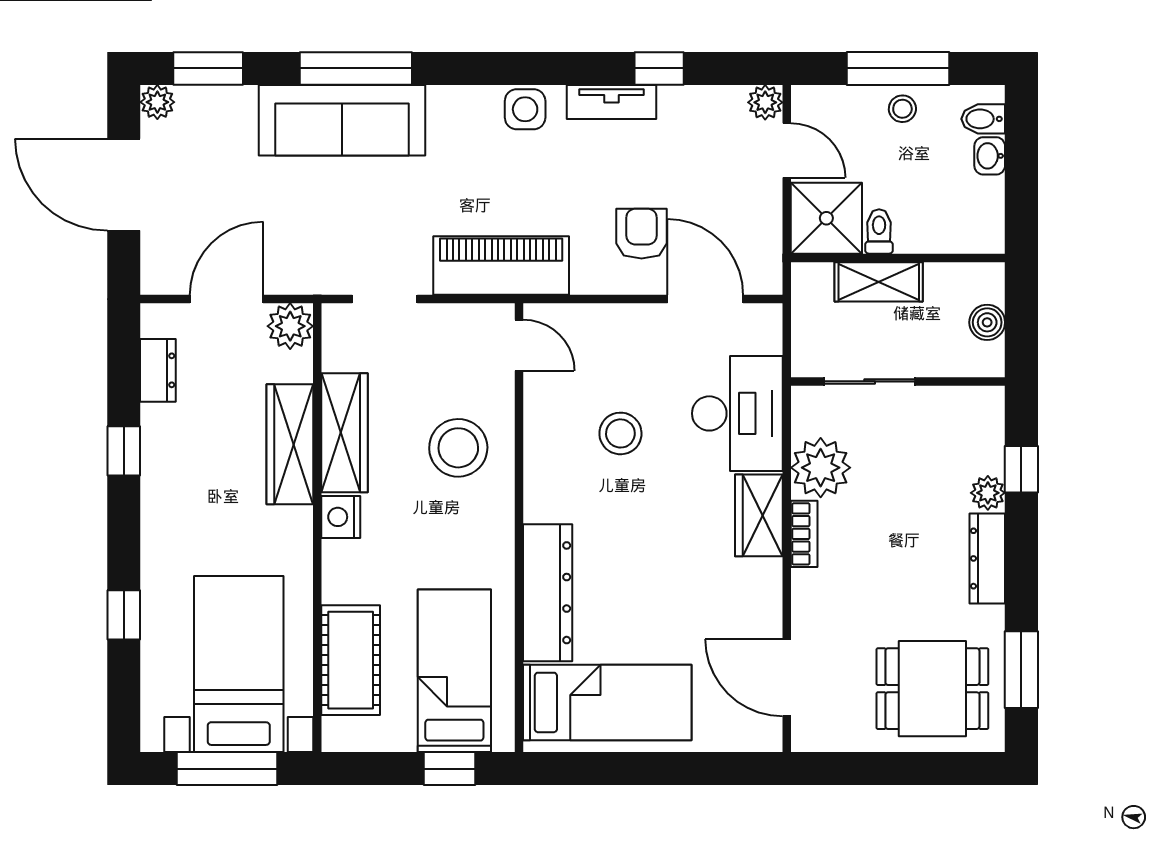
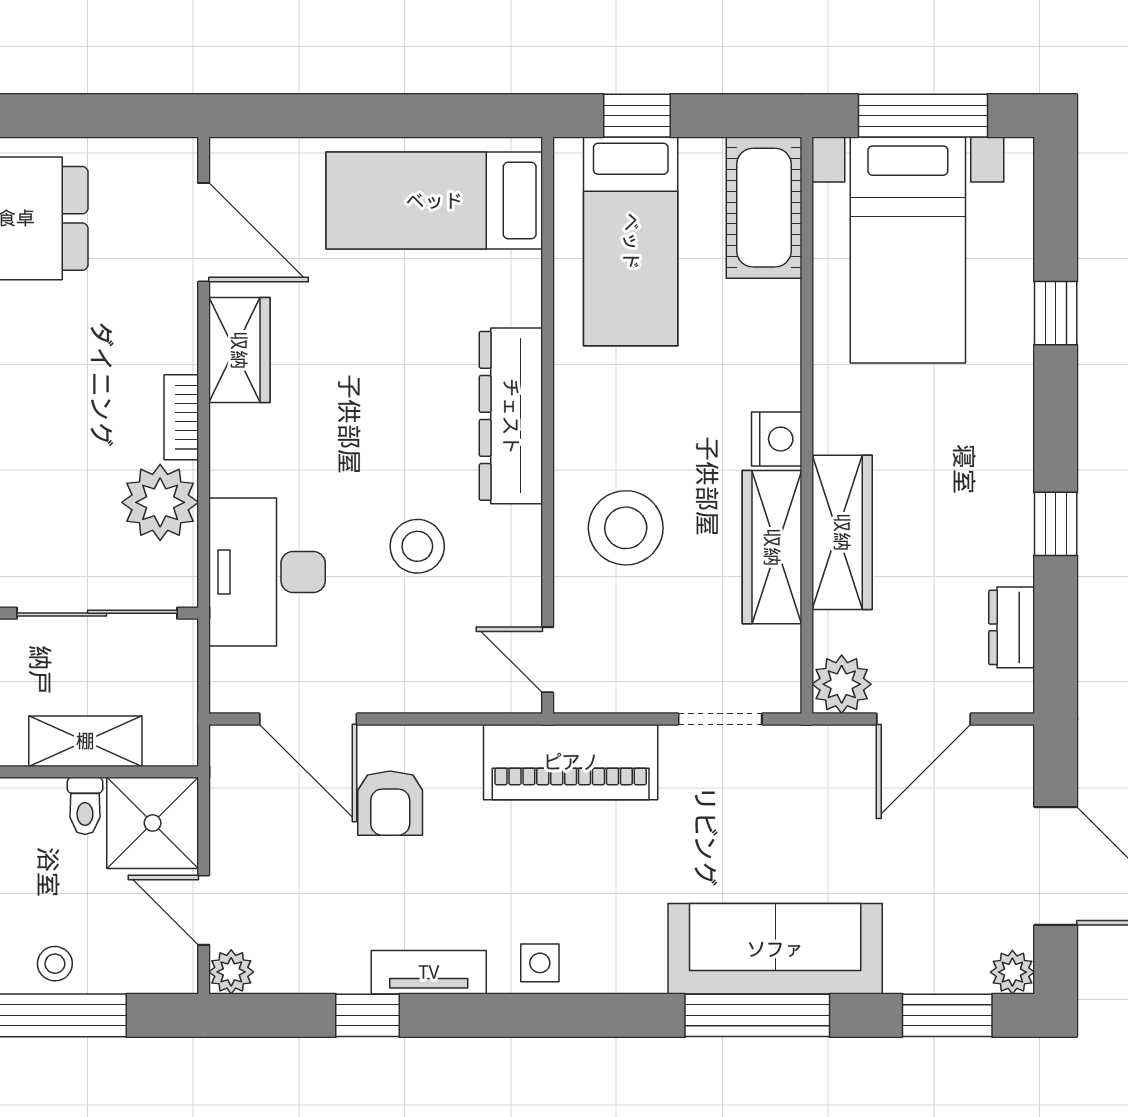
side table: (525, 109) -> (540, 963), width x0.73, depth x0.73
sliding door: (870, 381) -> (97, 613), width x1.37
wardrobe: (759, 515) -> (239, 350), moved
dresser: (548, 593) -> (511, 416), moved
cot: (351, 660) -> (764, 208), moved

